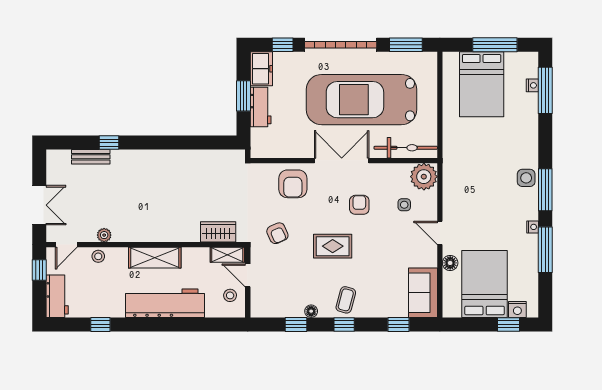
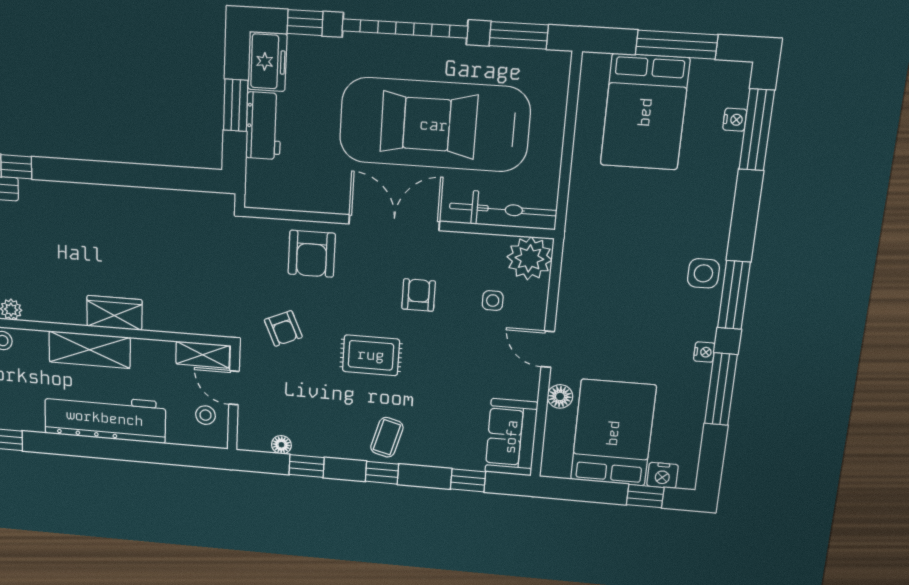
wardrobe: (218, 232) -> (114, 313), moved
floor lamp: (311, 311) -> (281, 445), moved

